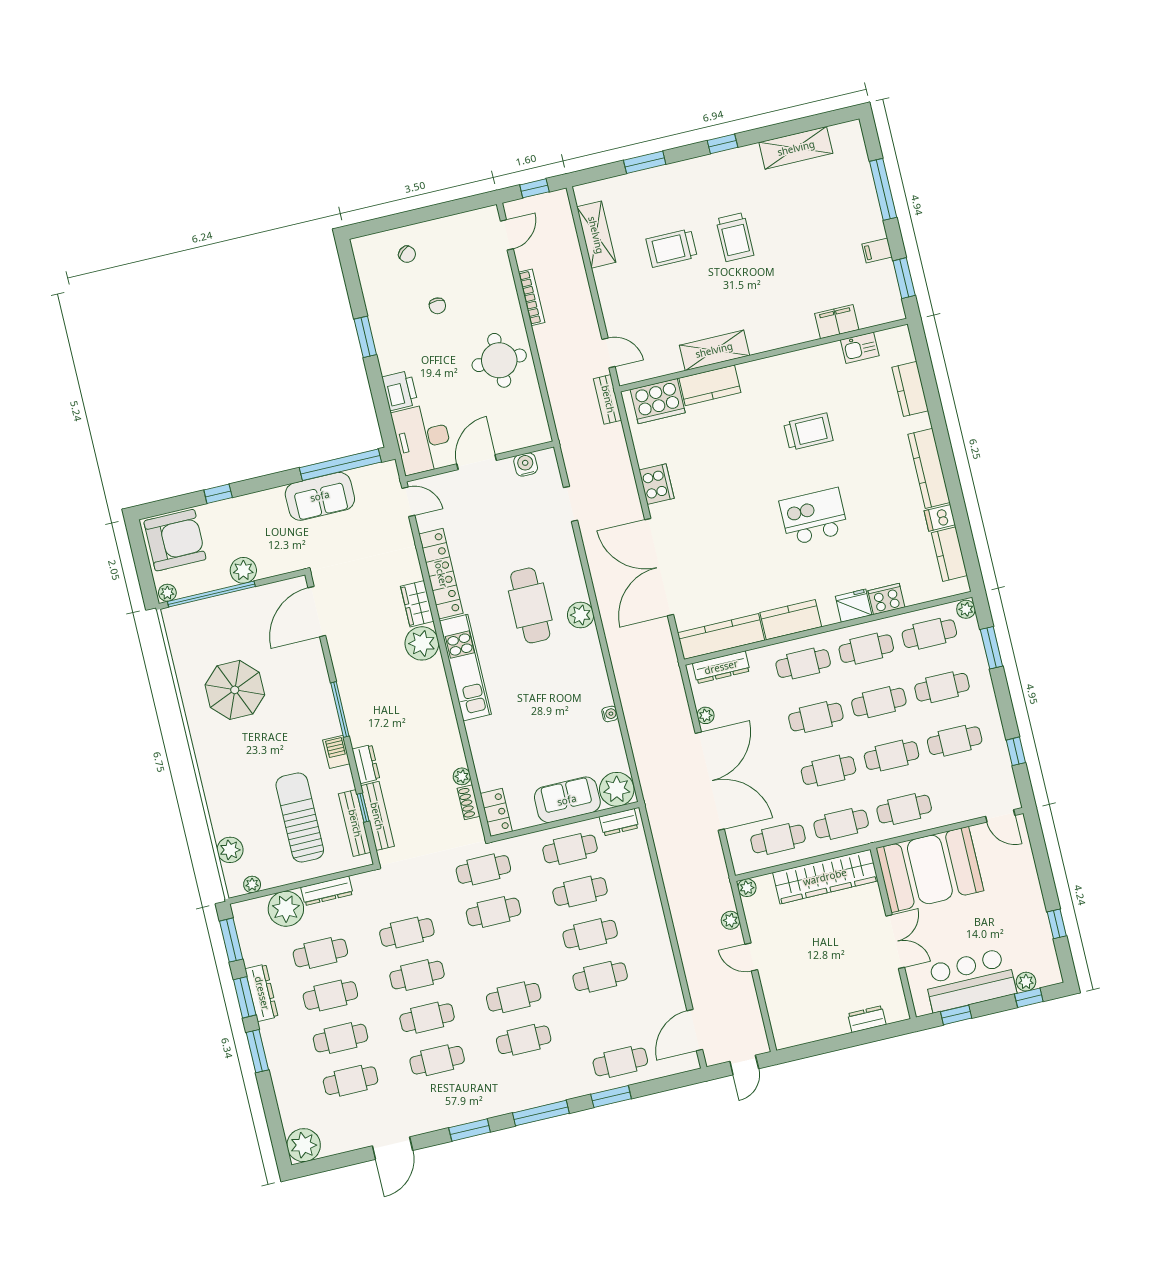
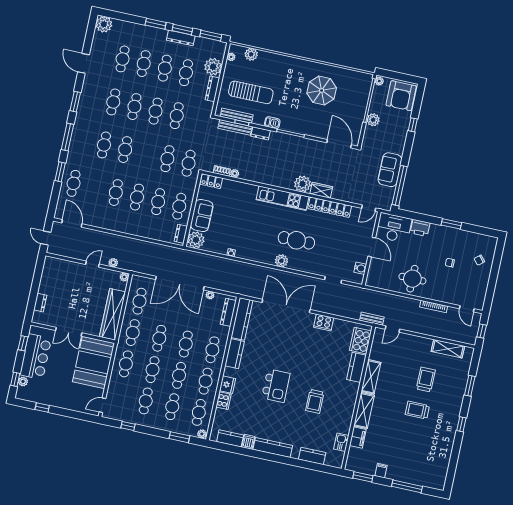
shelving: (796, 148) -> (364, 411), moved

